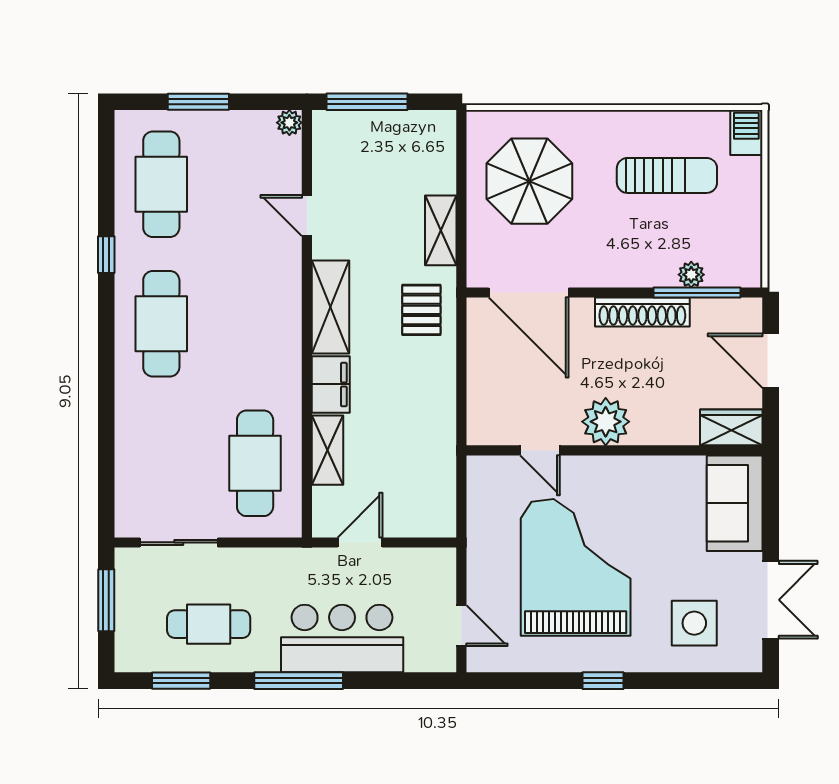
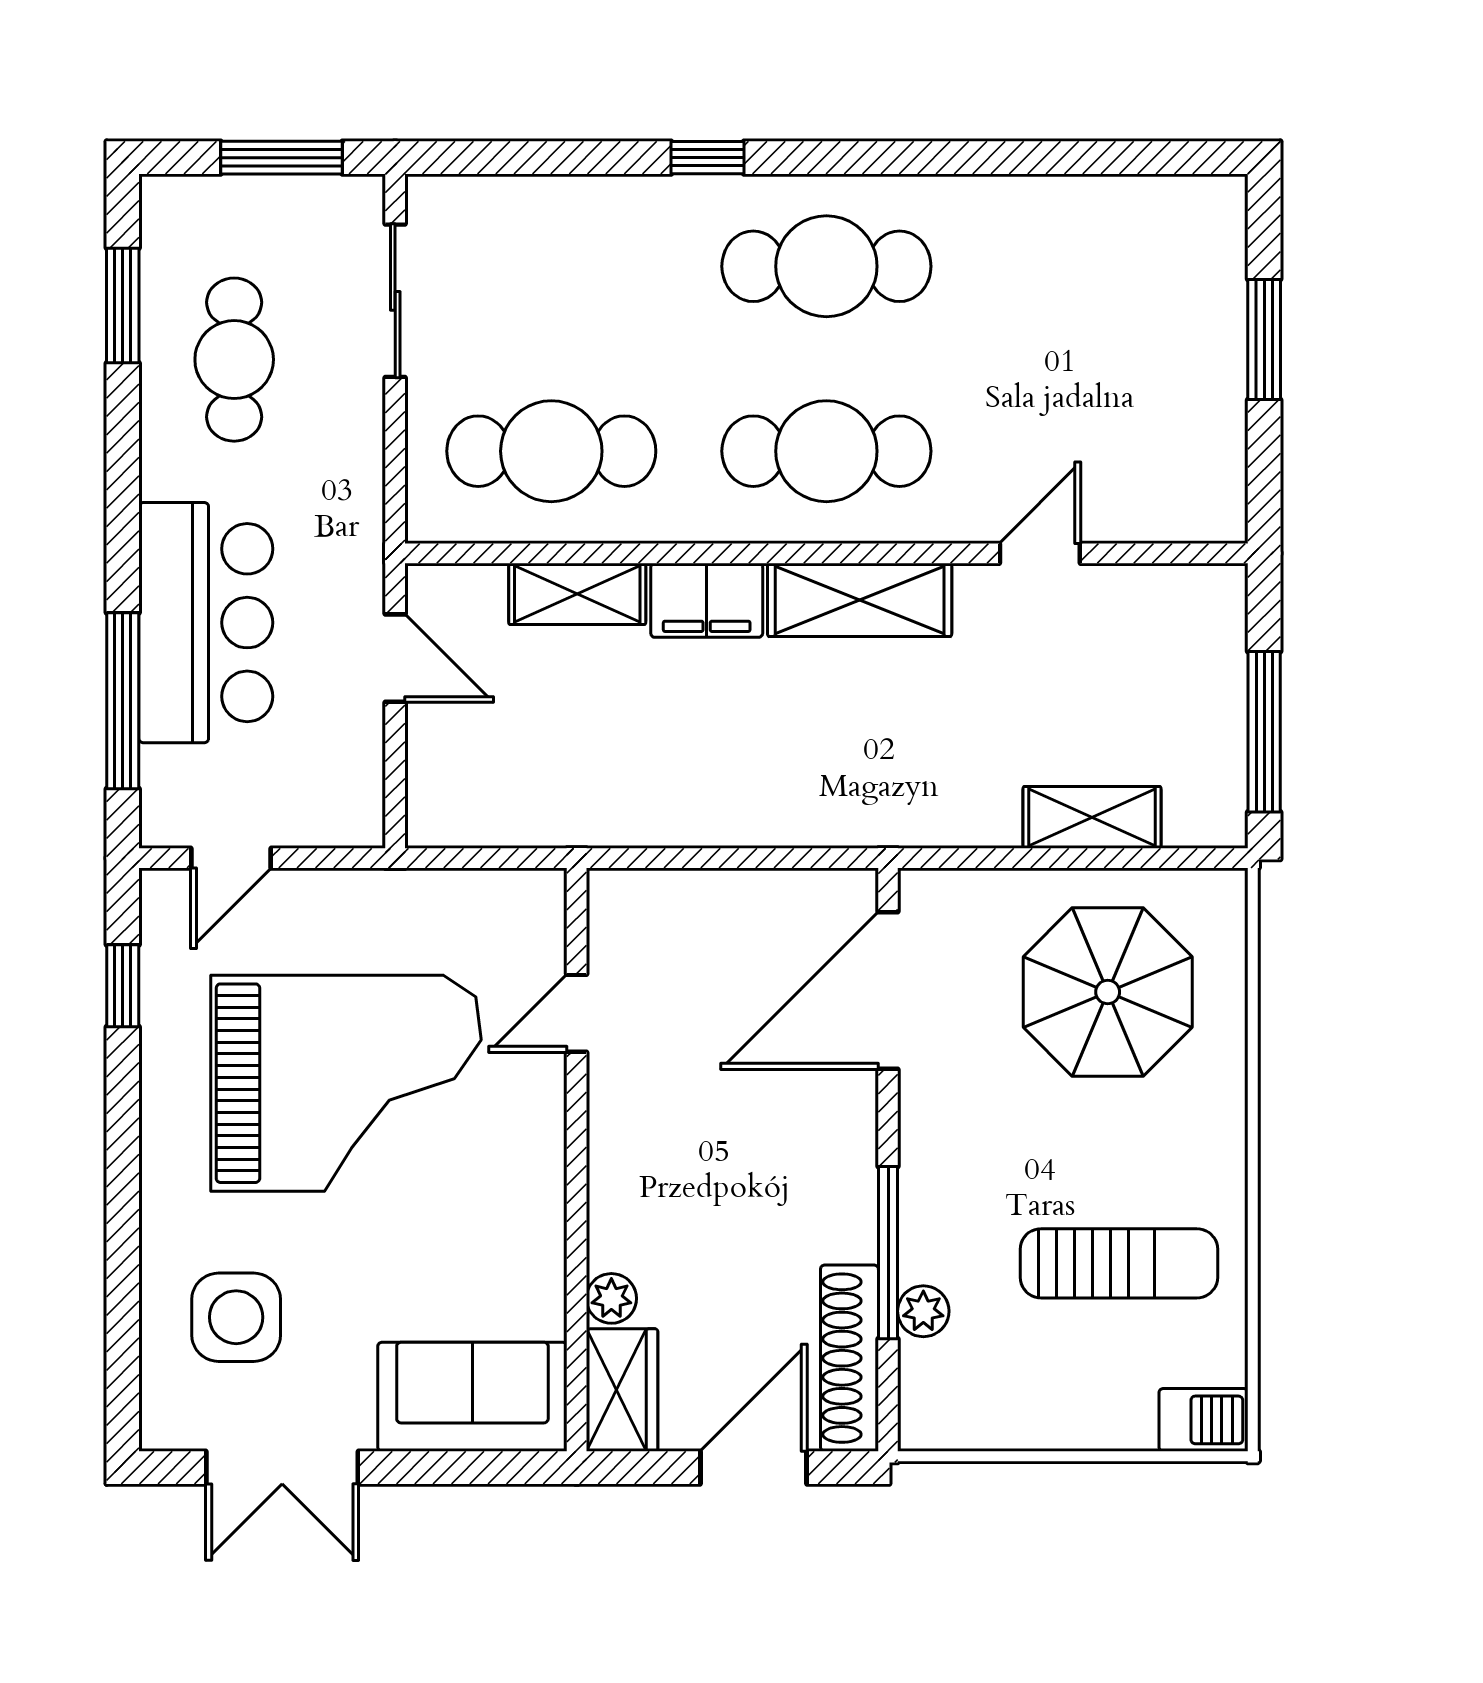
window: (367, 102) -> (1264, 732), moved
plant: (289, 123) -> (1223, 519), removed
sun lounger: (667, 175) -> (1119, 1263), turned -90
cafe table: (161, 184) -> (826, 451), moved
shelving: (441, 230) -> (1092, 817), moved
window: (106, 255) -> (708, 158), moved
window: (697, 293) -> (888, 1253), moved
pallet: (421, 310) -> (854, 779), removed
shoe rack: (642, 312) -> (849, 1358), moved
plant: (606, 422) -> (611, 1298), moved, width x0.53, depth x0.53
window: (299, 681) -> (123, 701), moved
window: (603, 681) -> (123, 986), moved

